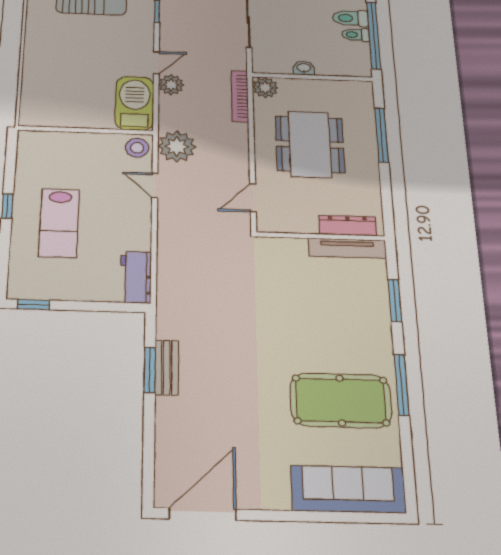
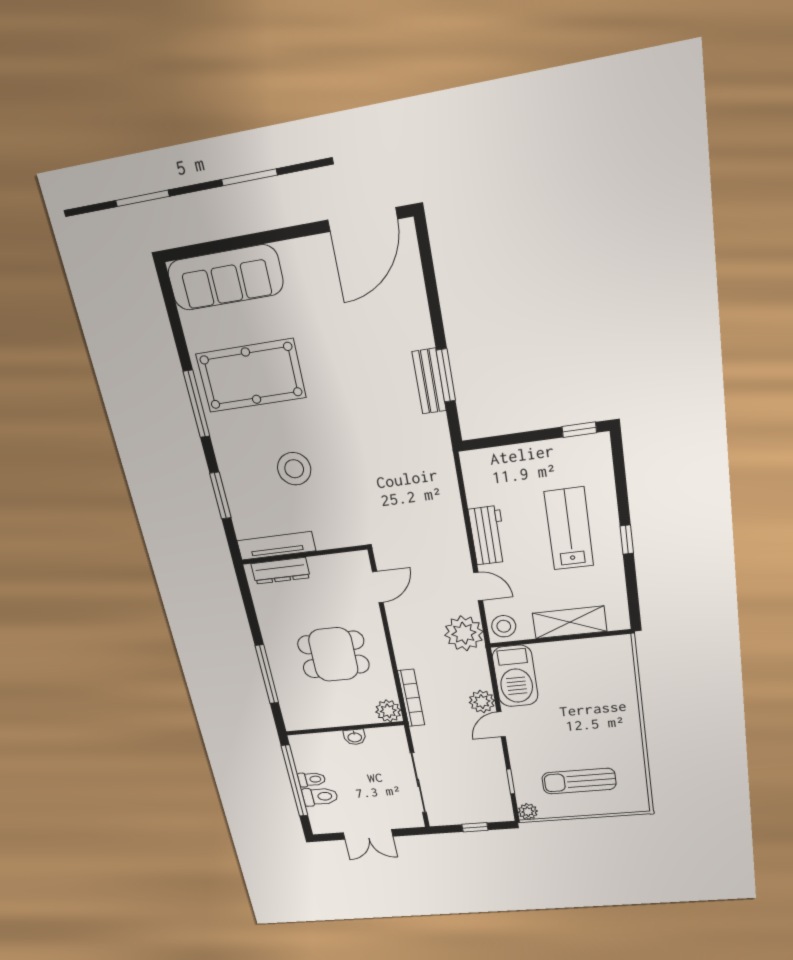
shelving: (74, 143) -> (570, 622), added
dining table: (310, 144) -> (333, 654), width x0.73
workbench: (136, 277) -> (488, 535), moved
stool: (315, 313) -> (294, 469), added

